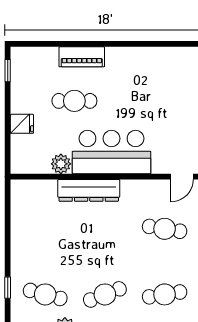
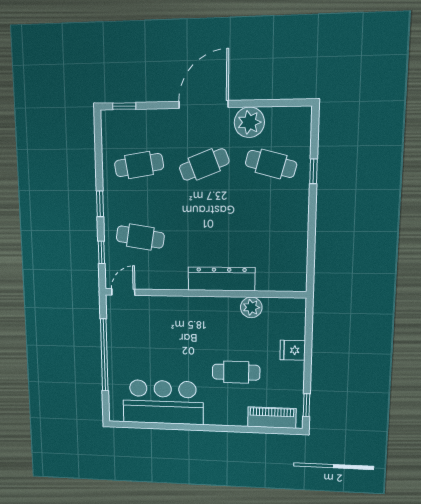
piano: (82, 57) -> (272, 418), moved
bar counter: (112, 152) -> (163, 402), moved, turned 180

